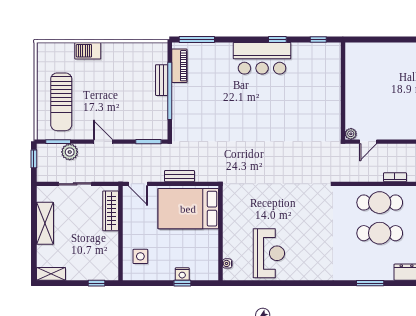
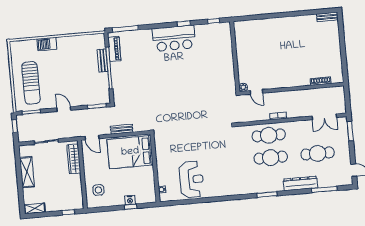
door: (368, 142) -> (256, 92), hinge flipped
plant: (70, 152) -> (40, 119), removed

